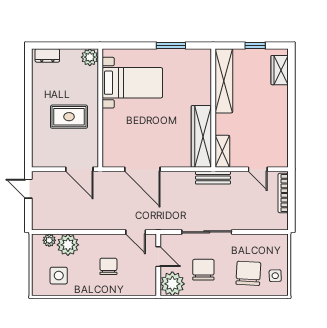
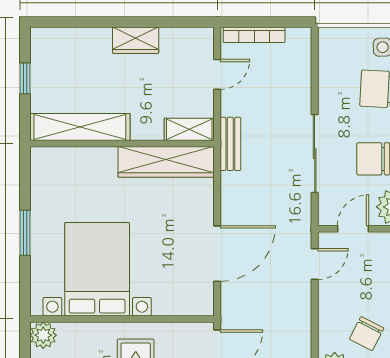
window: (171, 46) -> (25, 233), moved
wardrobe: (280, 70) -> (136, 40), moved
bed with nightstands: (132, 83) -> (97, 269), width x1.36
chair: (108, 266) -> (367, 334), moved, turned -63

